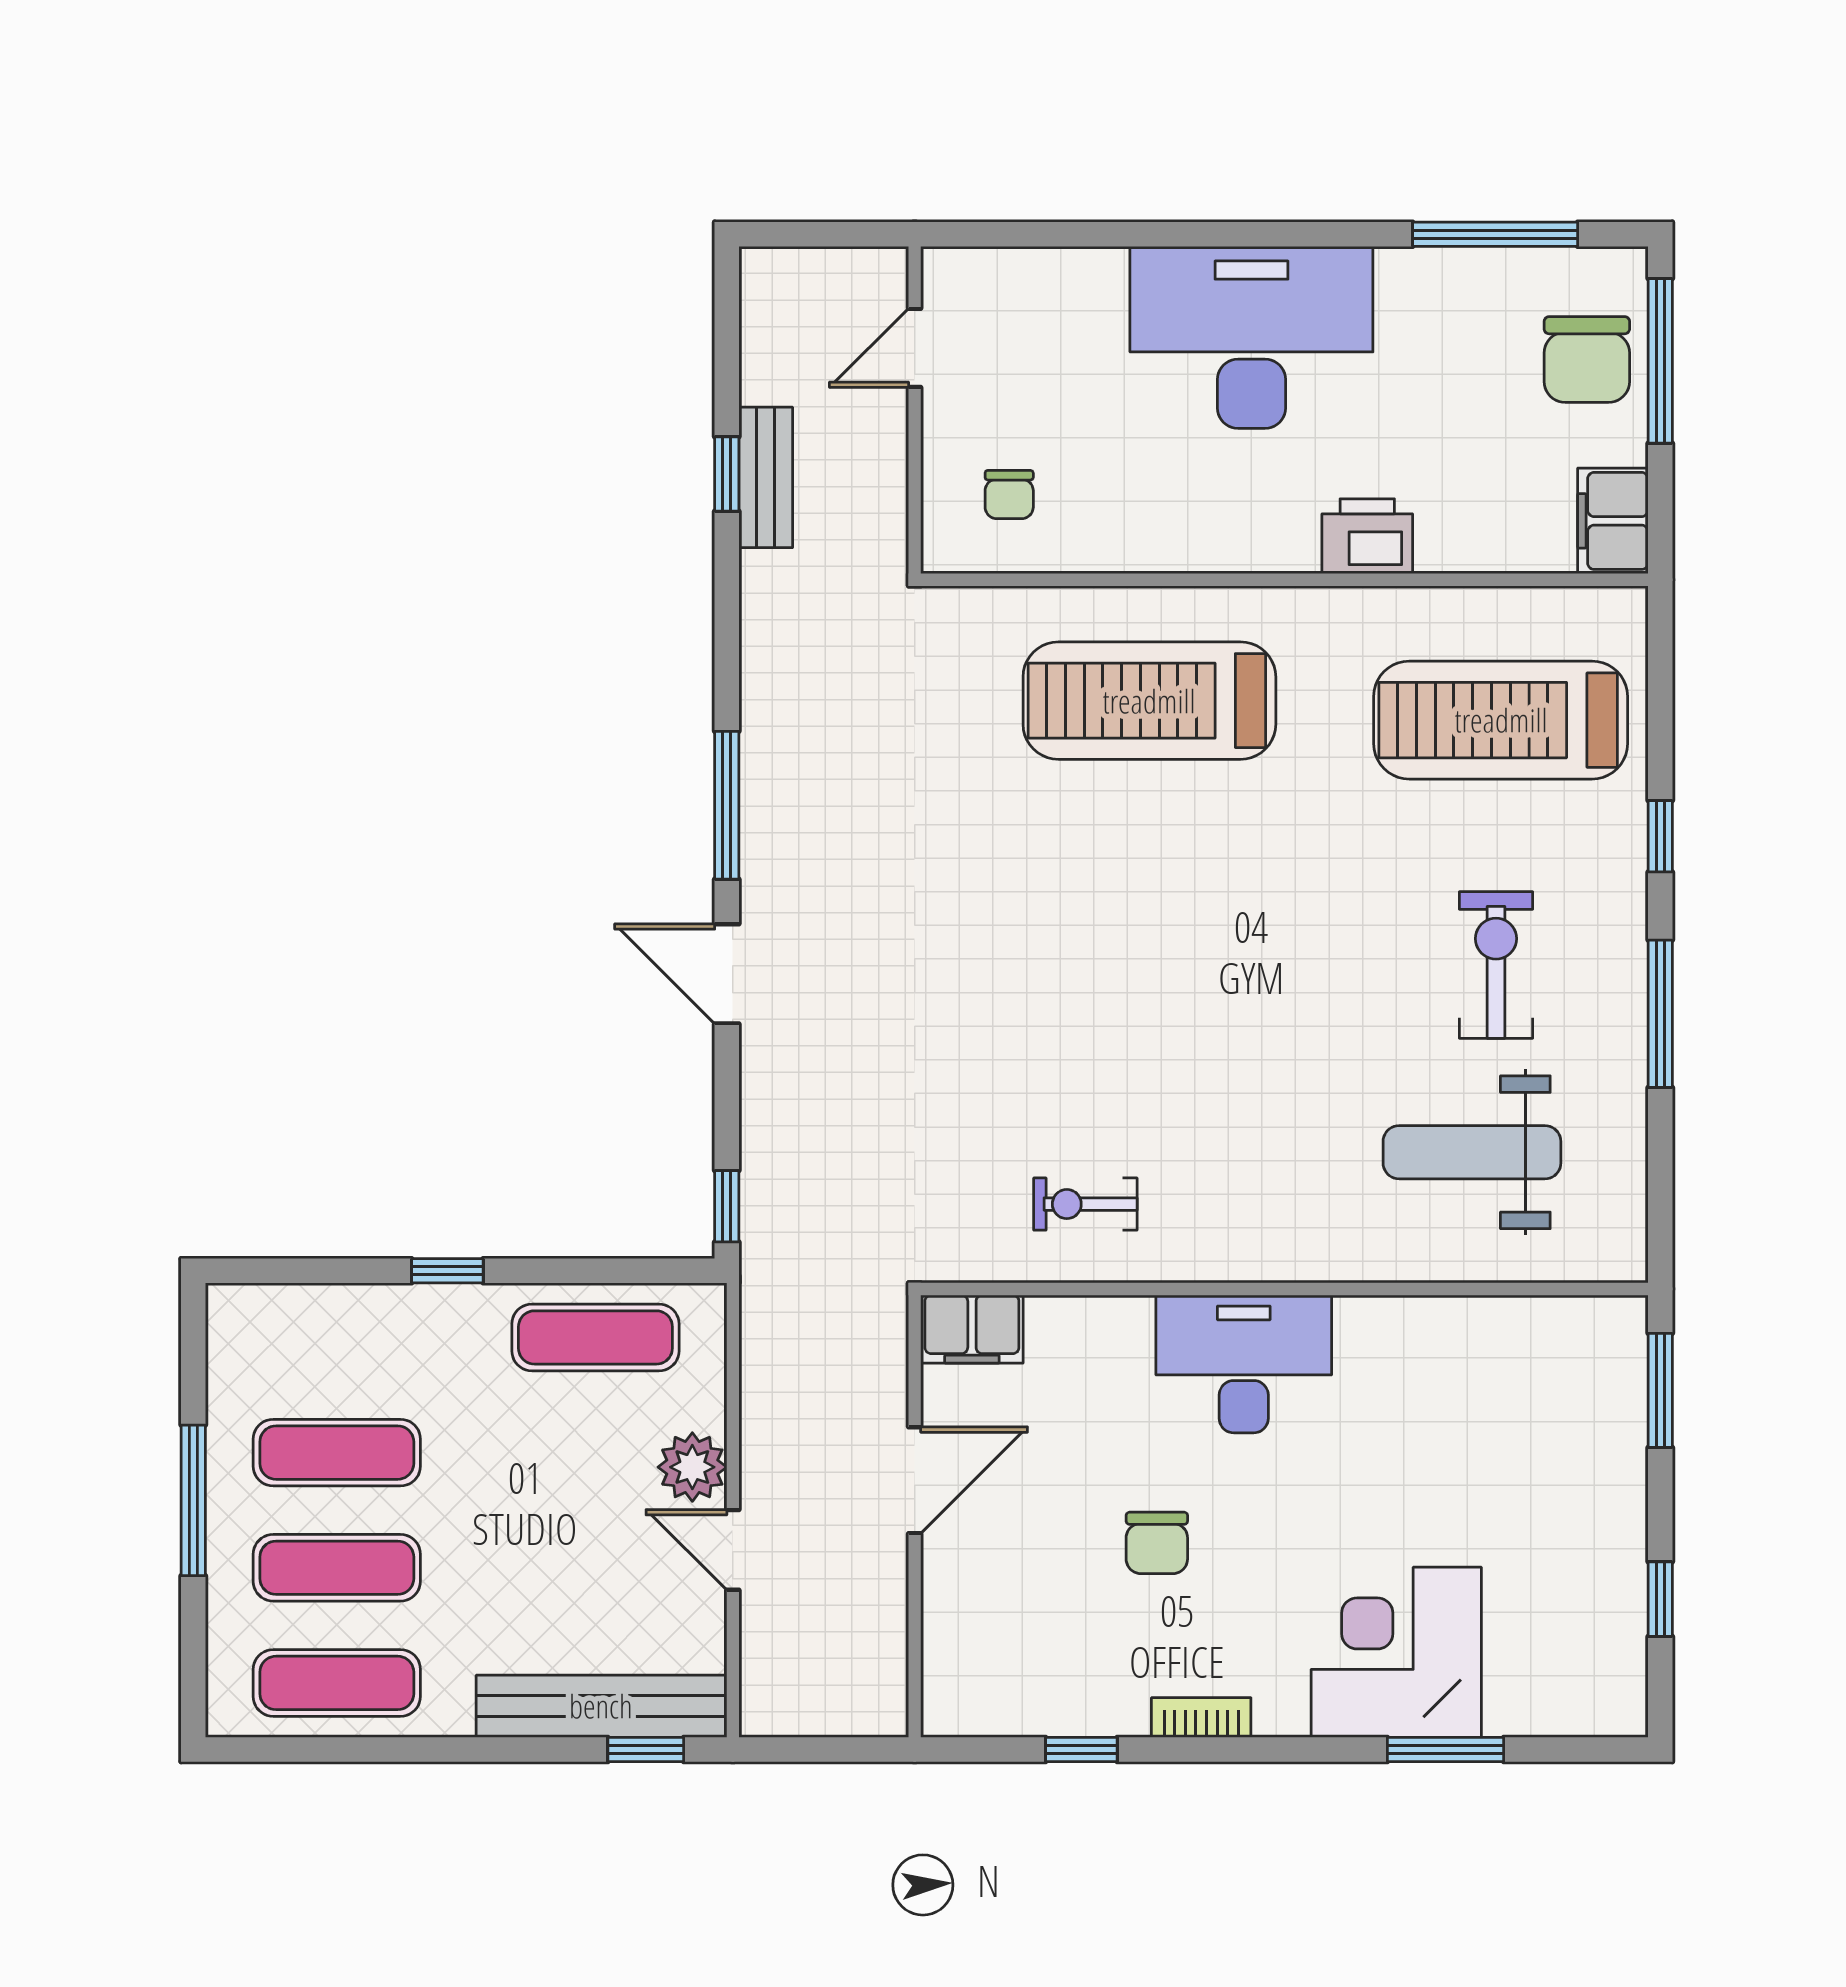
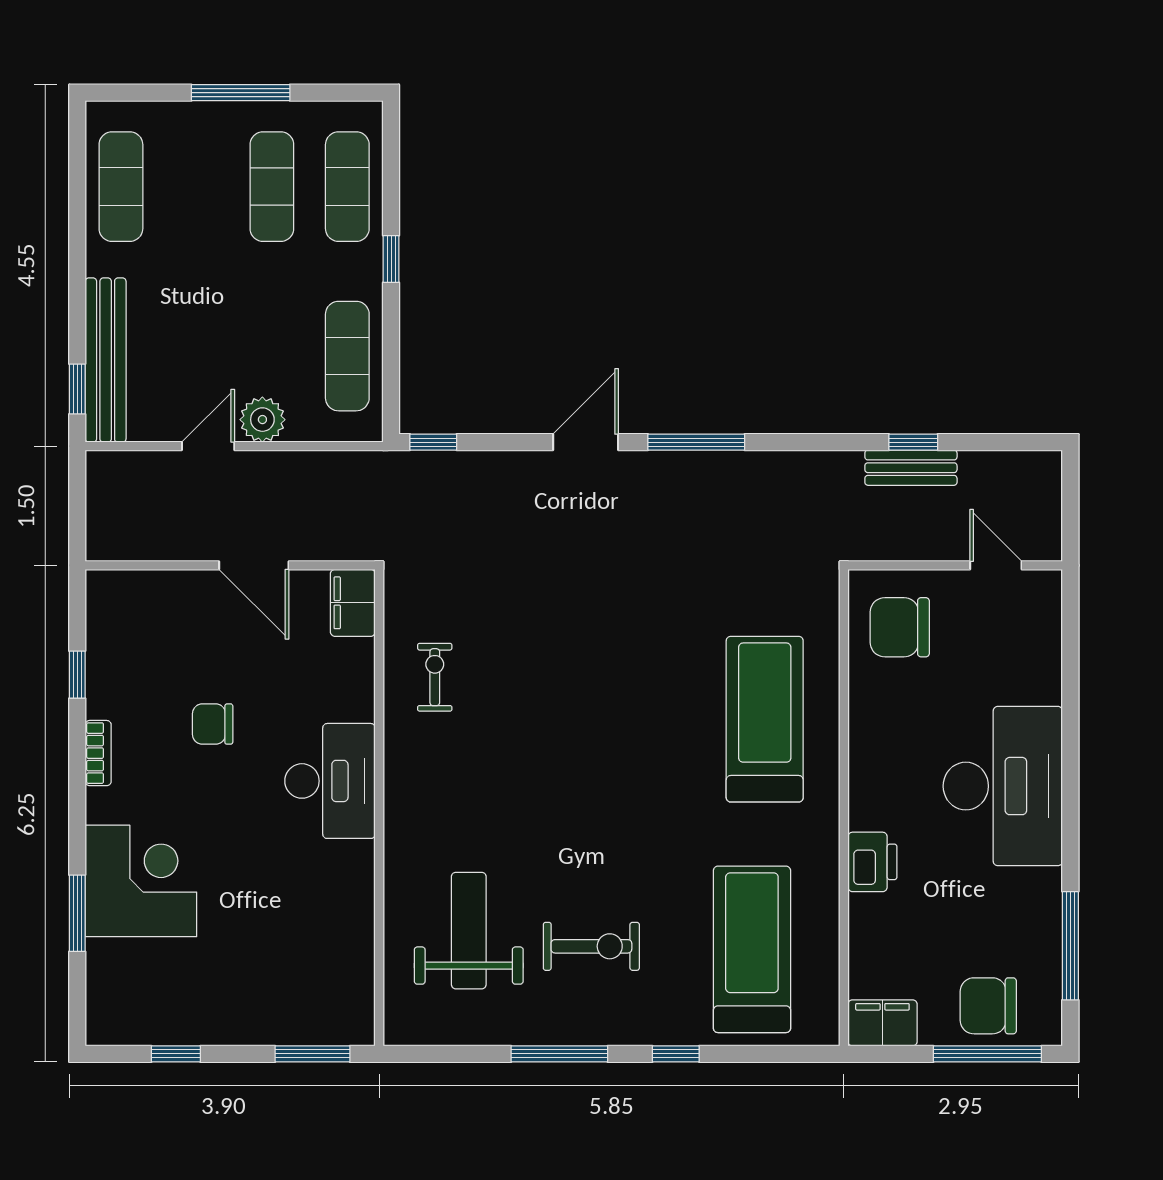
chair: (1009, 495) -> (900, 627), width x1.87, depth x1.87
exercise mat: (337, 1568) -> (347, 187), moved

